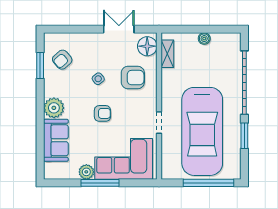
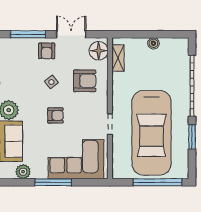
window: (74, 29) -> (28, 34), added
armchair: (62, 60) -> (47, 51), moved, turned -49
plant: (86, 172) -> (23, 172), moved

